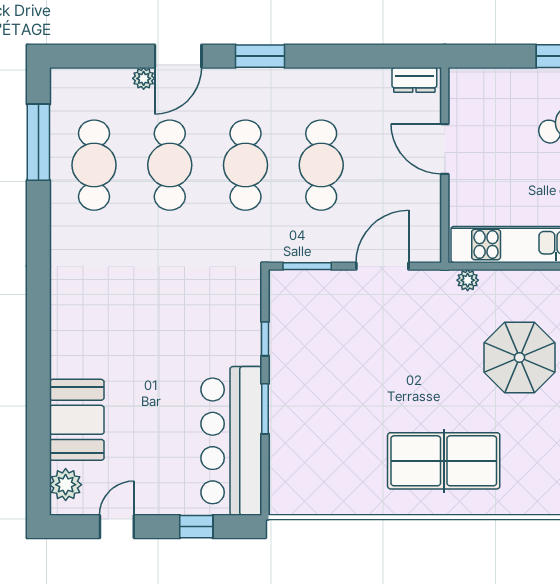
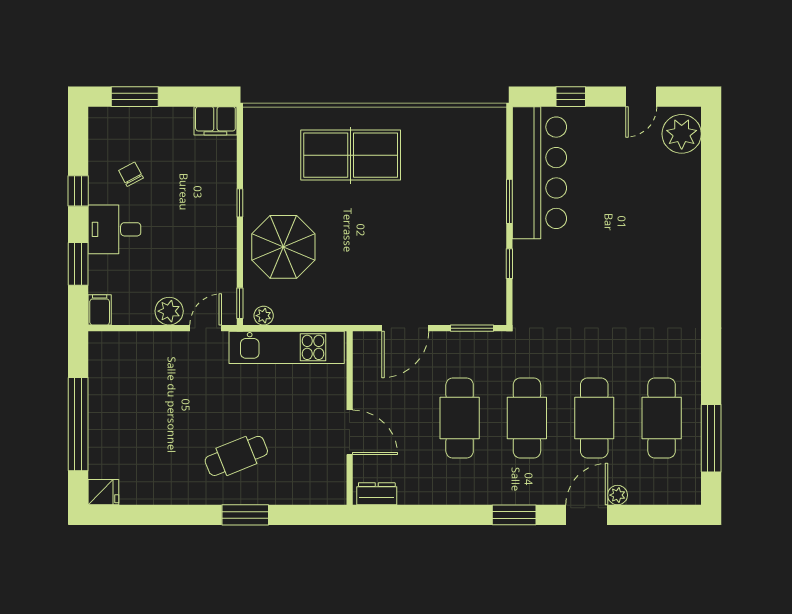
plant: (468, 280) -> (264, 316), moved
booth: (77, 420) -> (677, 192), removed
plant: (66, 485) -> (682, 134), width x1.36, depth x1.36

